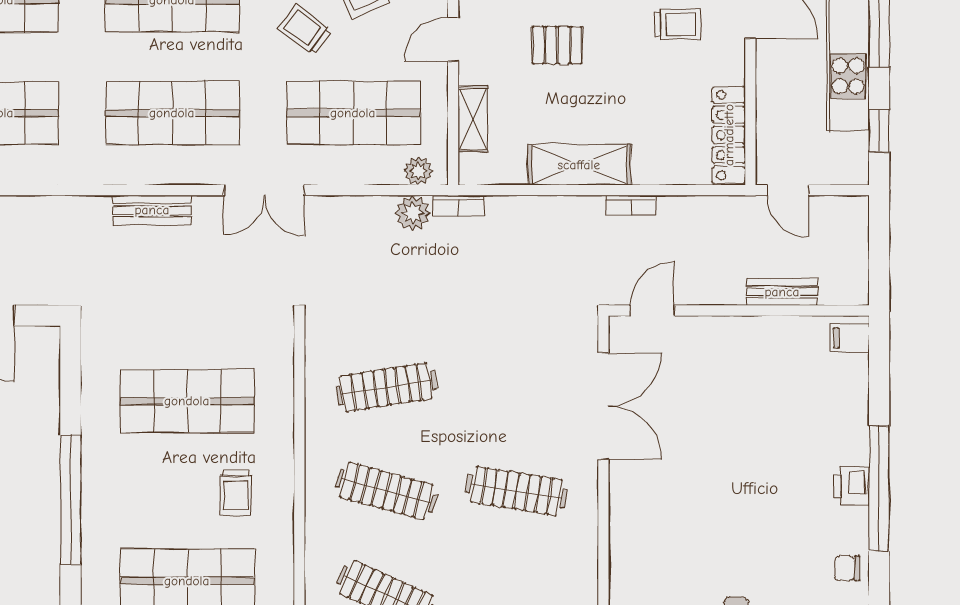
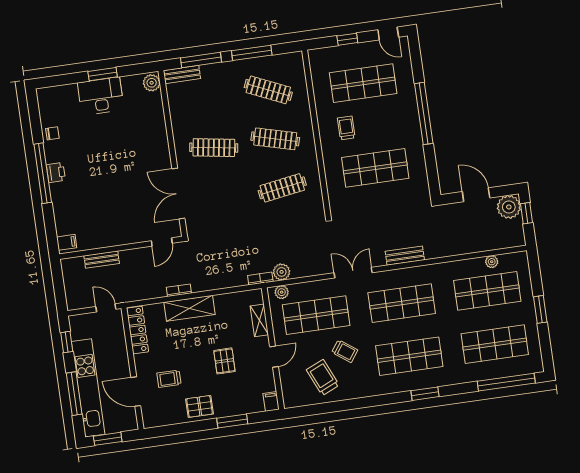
pallet: (557, 45) -> (224, 361), turned 90
shelving: (579, 165) -> (189, 308), moved

